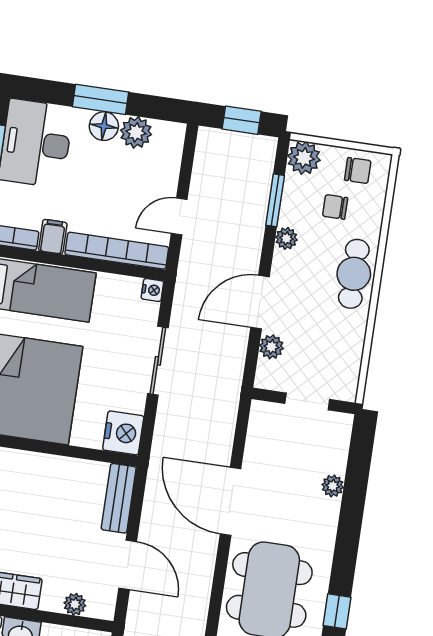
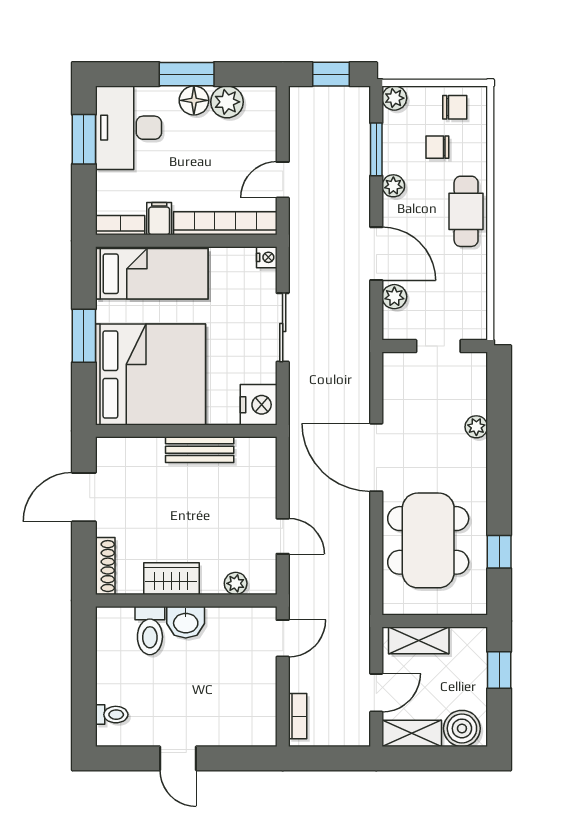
plant: (304, 158) -> (394, 98), width x0.73, depth x0.73
door: (260, 302) -> (376, 254), swing flipped
bench: (119, 498) -> (200, 450), moved, turned 90
door: (128, 565) -> (283, 536), width x0.73

